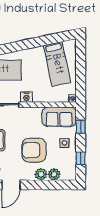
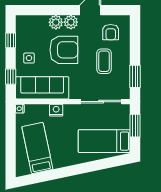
nightstand: (26, 97) -> (56, 110), moved
sofa: (59, 117) -> (42, 88), width x1.36
plant: (54, 174) -> (71, 22), moved

